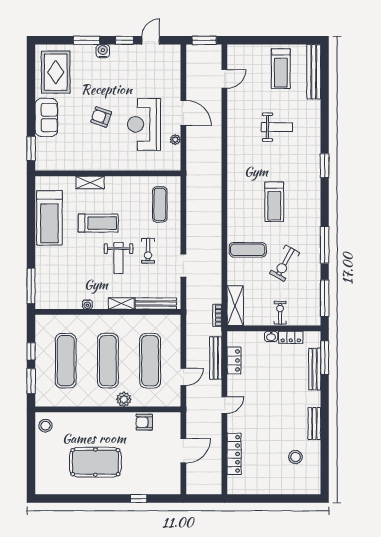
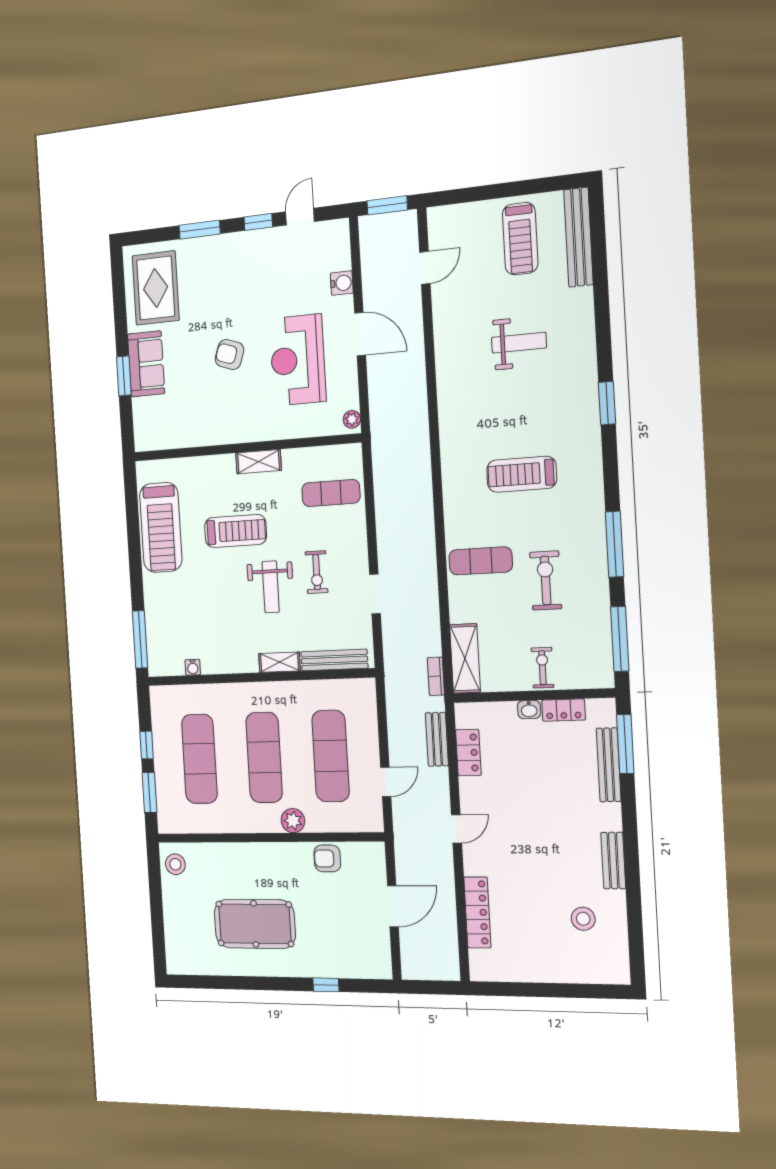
water cooler: (103, 51) -> (342, 283), moved, turned 90
plant: (175, 140) -> (352, 419), moved
window: (31, 149) -> (124, 376), moved
shelving: (90, 183) -> (259, 462), moved
treadmill: (274, 202) -> (522, 474), turned 90
exercise mat: (160, 204) -> (331, 493), turned 90
exercise bike: (285, 263) -> (546, 580), turned 151
water cooler: (87, 304) -> (193, 667), moved
bench: (216, 358) -> (437, 739), width x0.73

